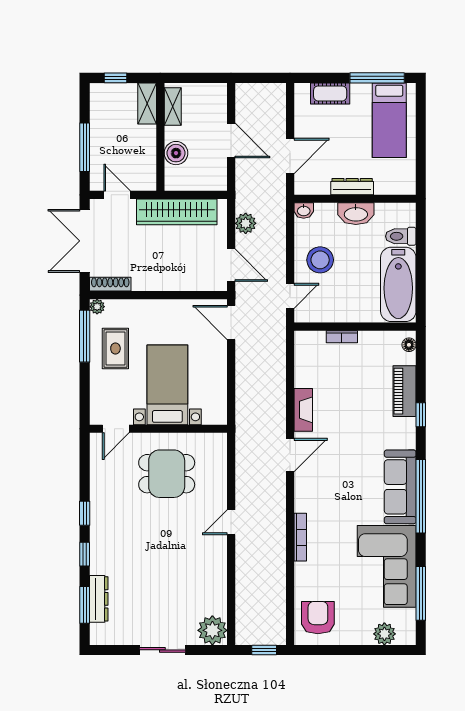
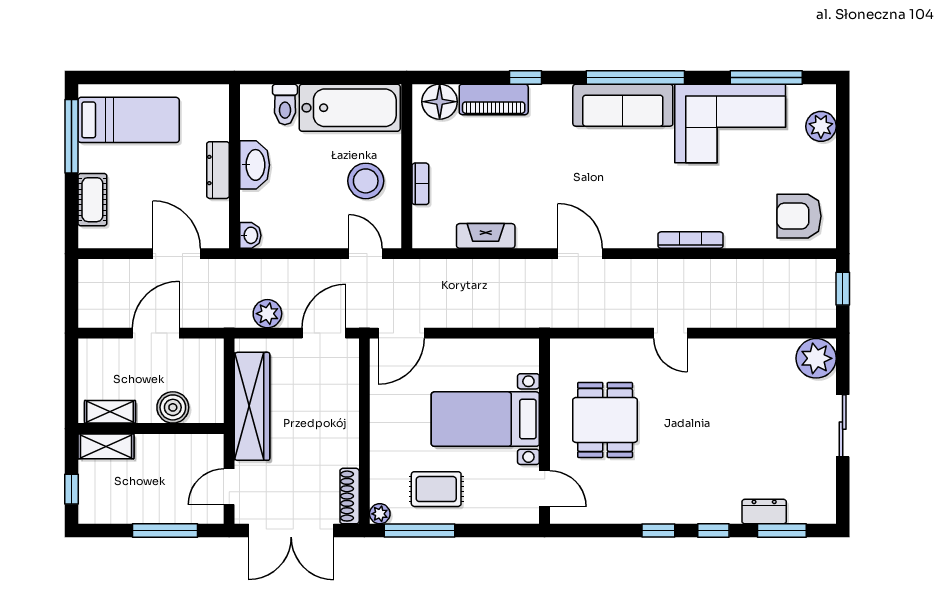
stool: (320, 260) -> (366, 181), moved
floor lamp: (409, 345) -> (440, 102), width x1.89, depth x1.89
fireplace: (303, 410) -> (486, 236), moved
dresser: (99, 599) -> (764, 512), width x0.70

